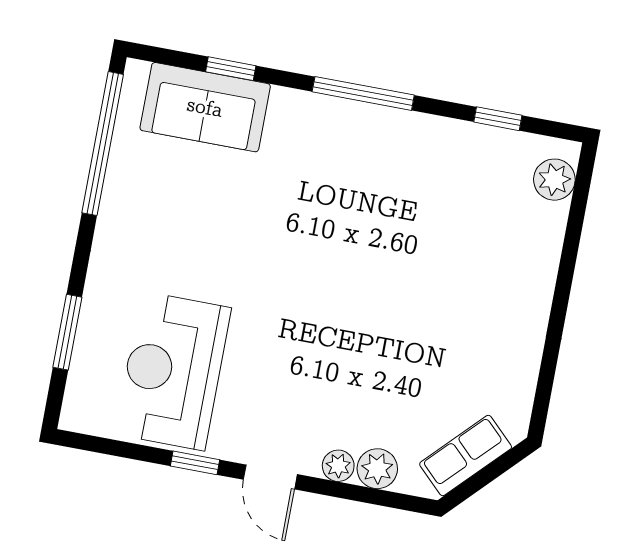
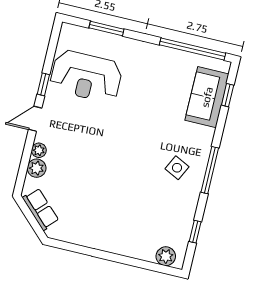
window: (231, 69) -> (228, 95), moved
side table: (361, 165) -> (177, 168), added
reception desk: (173, 371) -> (86, 76), turned 180

